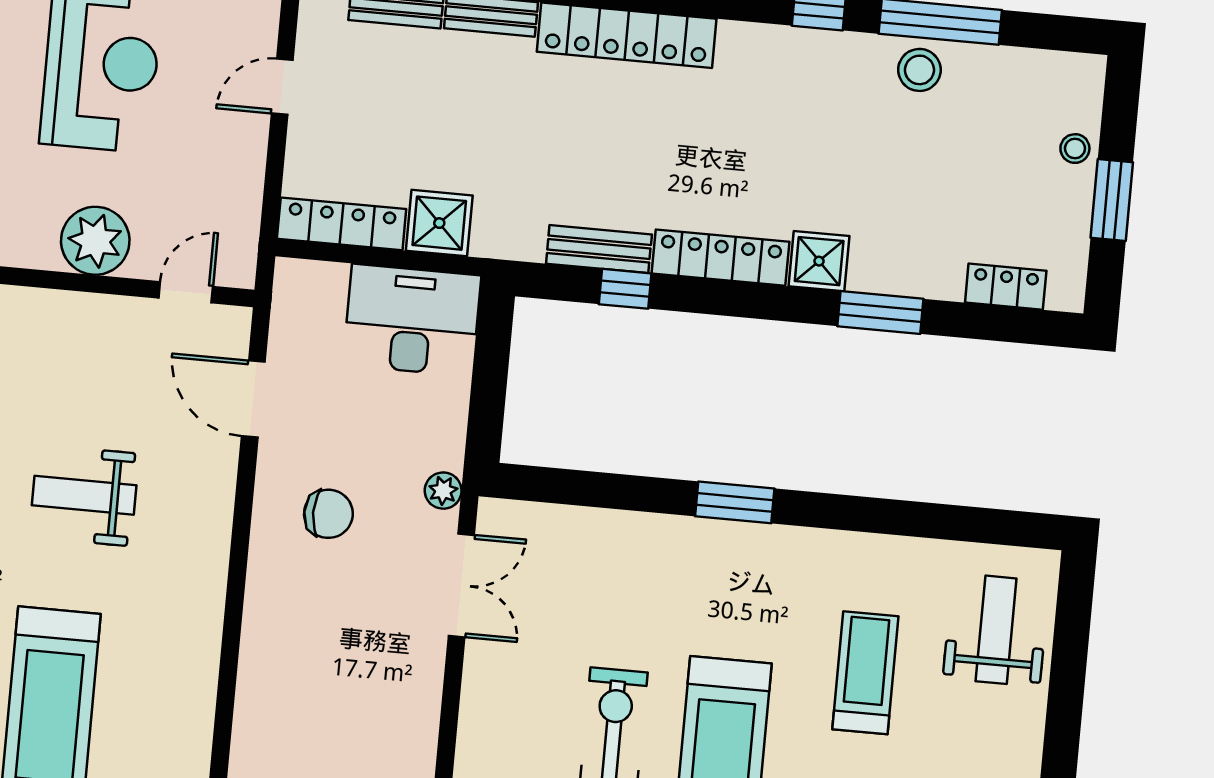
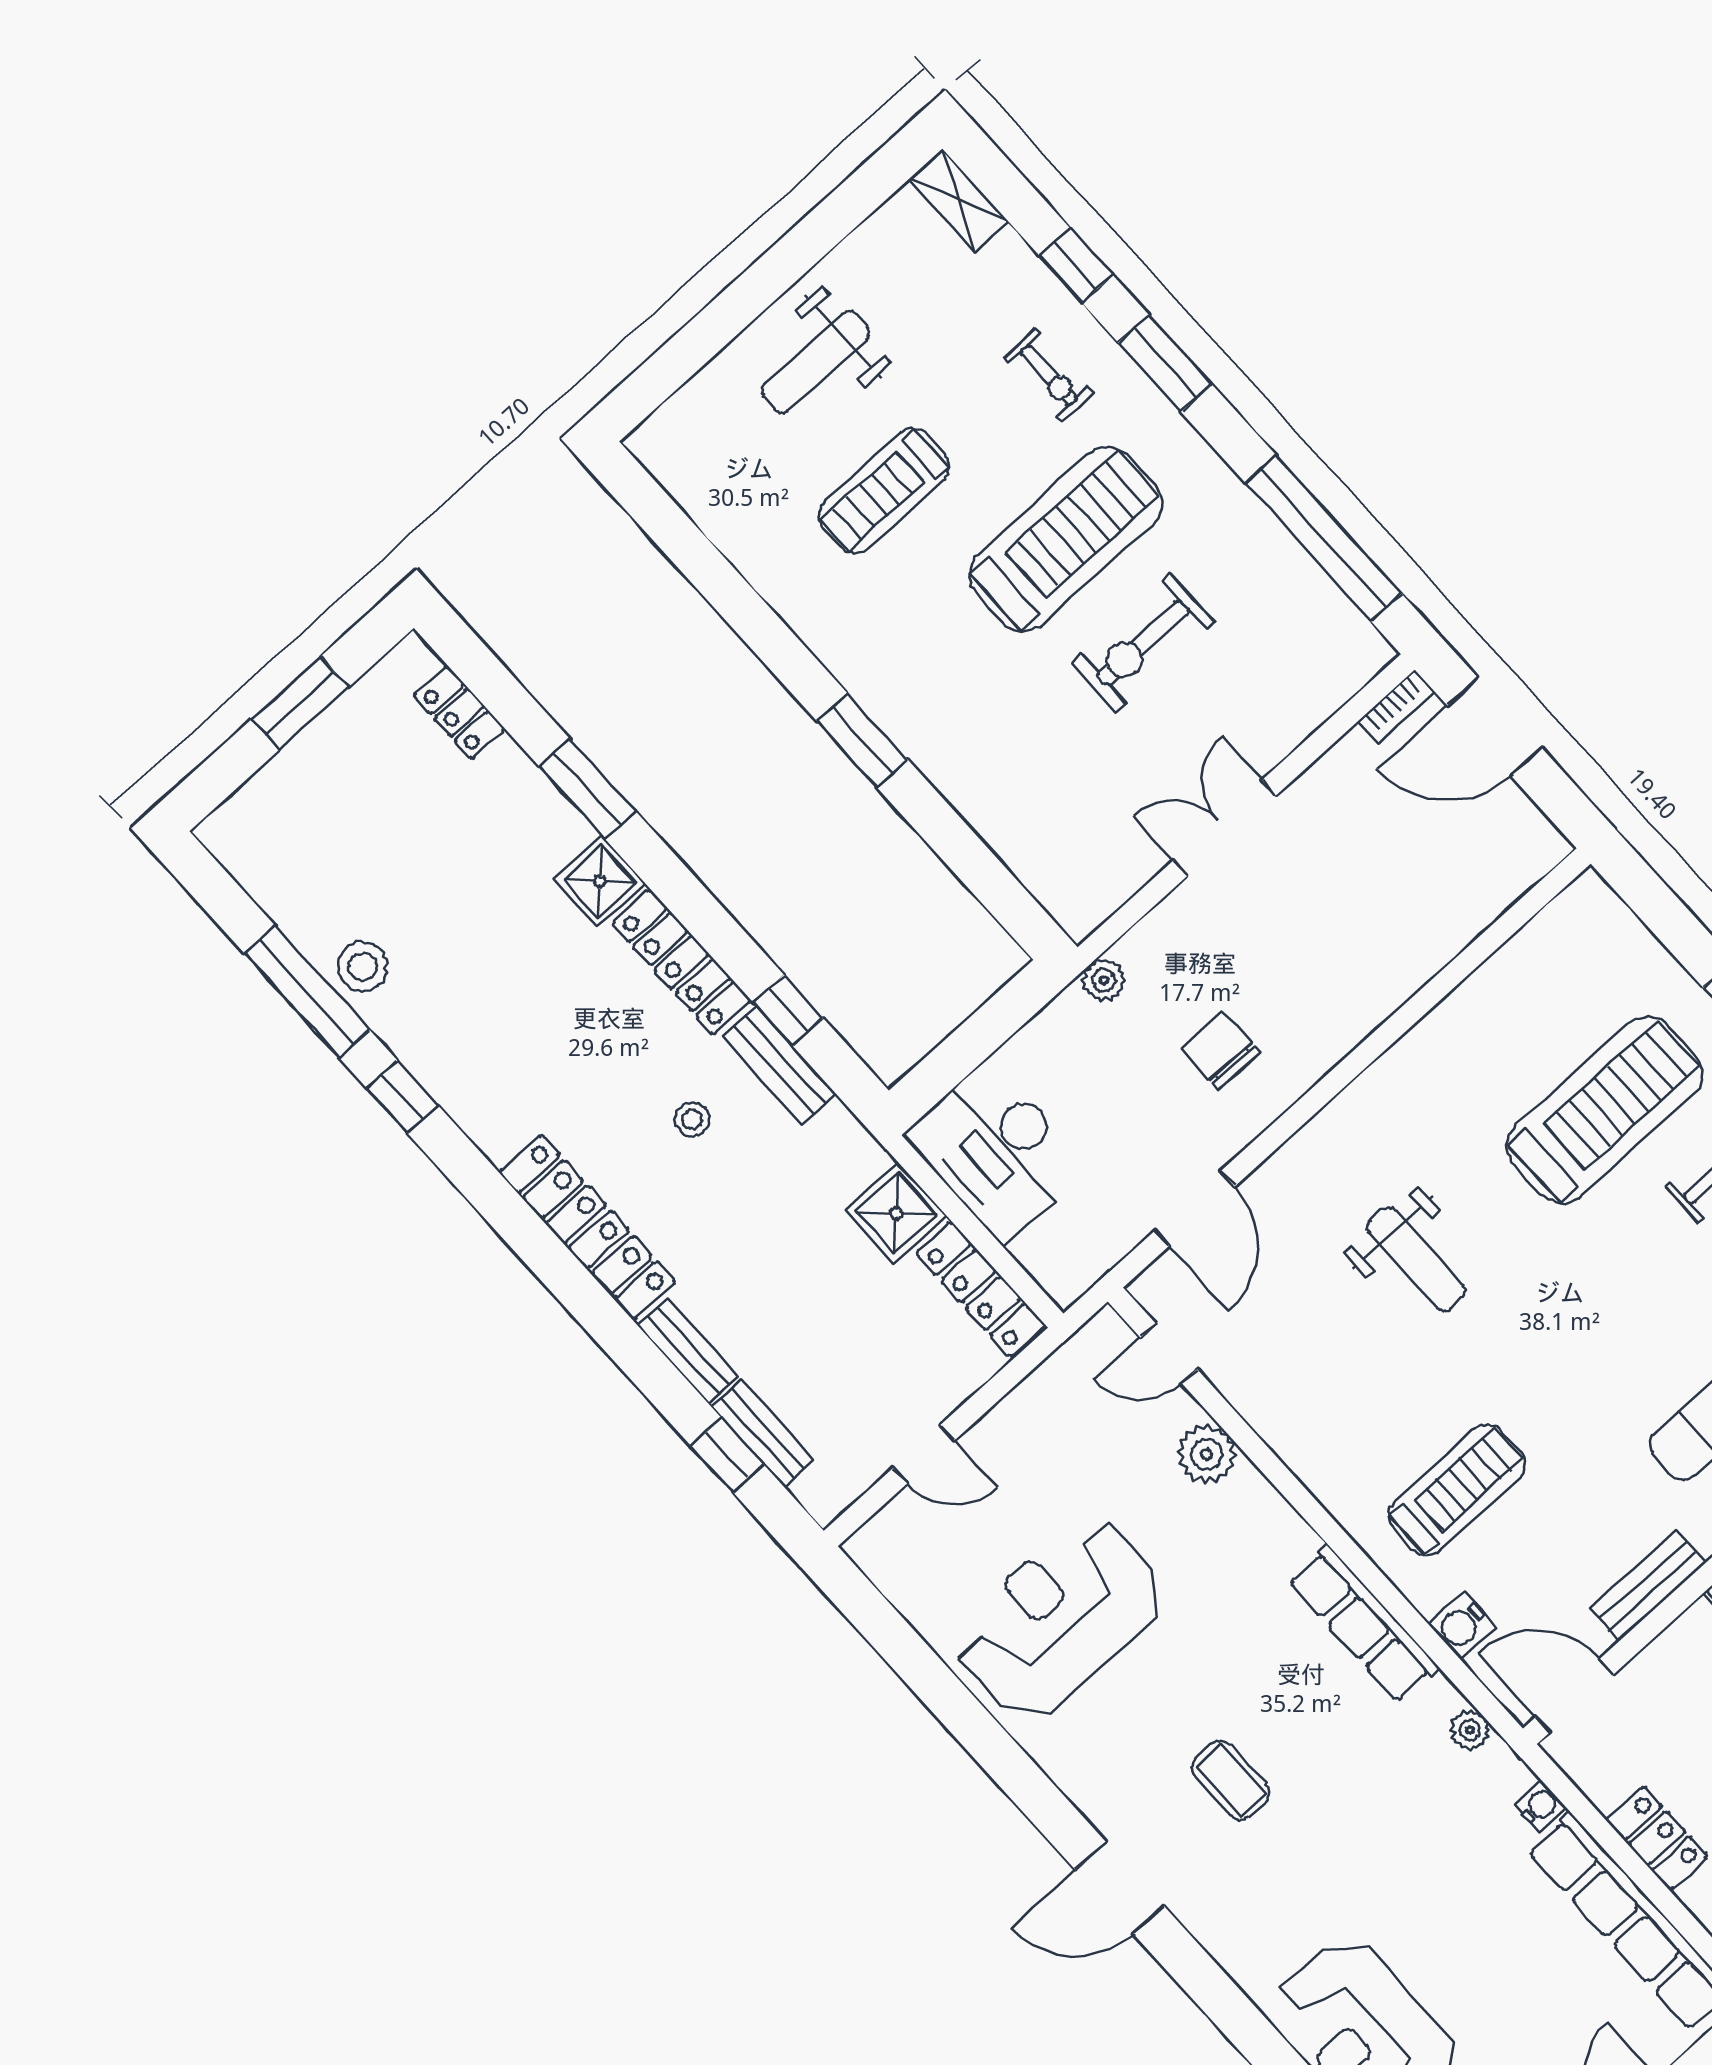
stool: (1075, 149) -> (692, 1119), moved
plant: (95, 241) -> (1207, 1454), width x0.73, depth x0.73
double door: (461, 585) -> (1225, 828), moved
weight bench: (996, 630) -> (816, 362), moved

